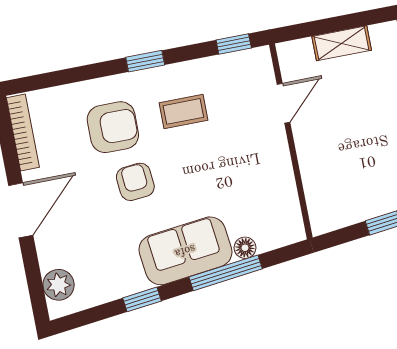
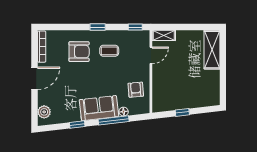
shelving: (342, 43) -> (164, 35), moved
armchair: (135, 182) -> (136, 90), moved

